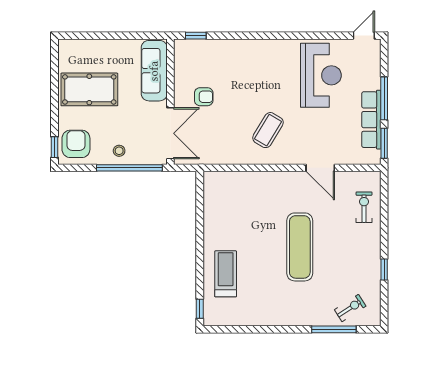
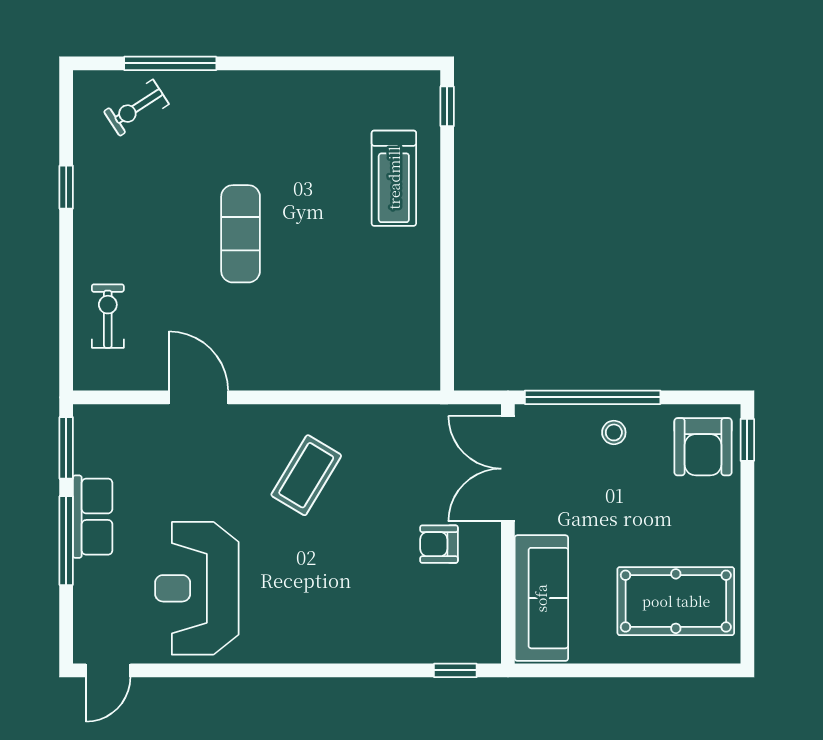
pool table: (89, 89) -> (676, 601), moved
row of seats: (371, 120) -> (93, 517), width x0.68
exercise bike: (364, 207) -> (108, 316), turned 180
exercise mat: (300, 247) -> (241, 234), width x0.73, depth x0.69

